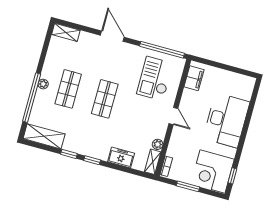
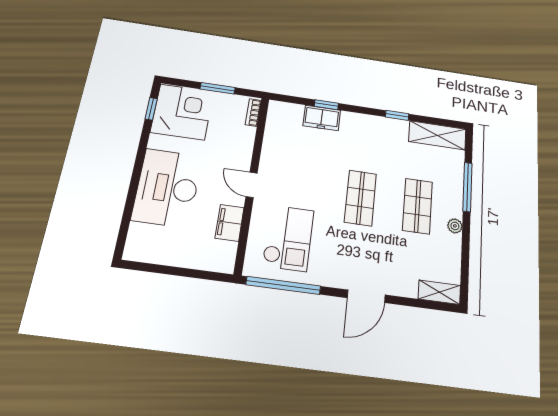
door: (112, 36) -> (366, 296), hinge flipped
filing cabinet: (194, 78) -> (230, 223), moved
plant: (43, 84) -> (455, 226), moved
window: (32, 98) -> (467, 187), width x0.68
plant: (158, 144) -> (270, 141), removed
window: (92, 160) -> (326, 105), moved
shelving: (153, 162) -> (274, 117), removed

